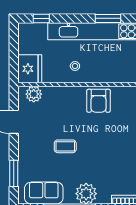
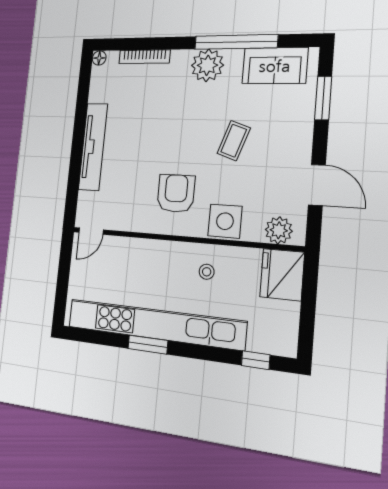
side table: (66, 97) -> (225, 221), added
armchair: (98, 101) -> (176, 193), moved
coffee table: (65, 146) -> (234, 141), turned -71

